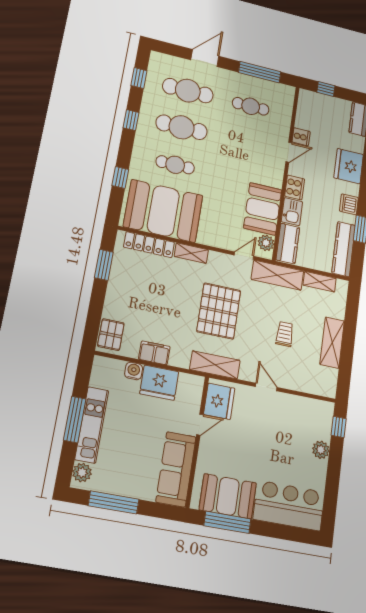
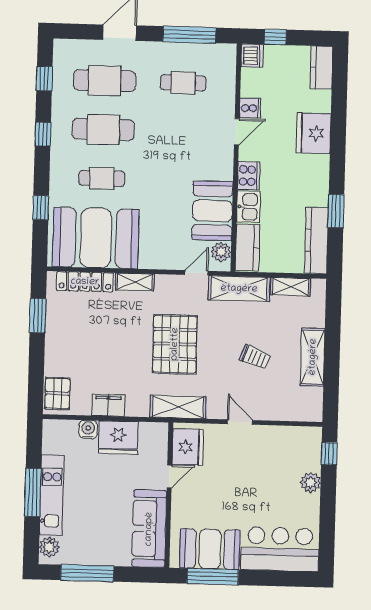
dishwasher: (349, 204) -> (252, 56), moved, turned 180
trolley: (285, 334) -> (255, 357), turned 111

